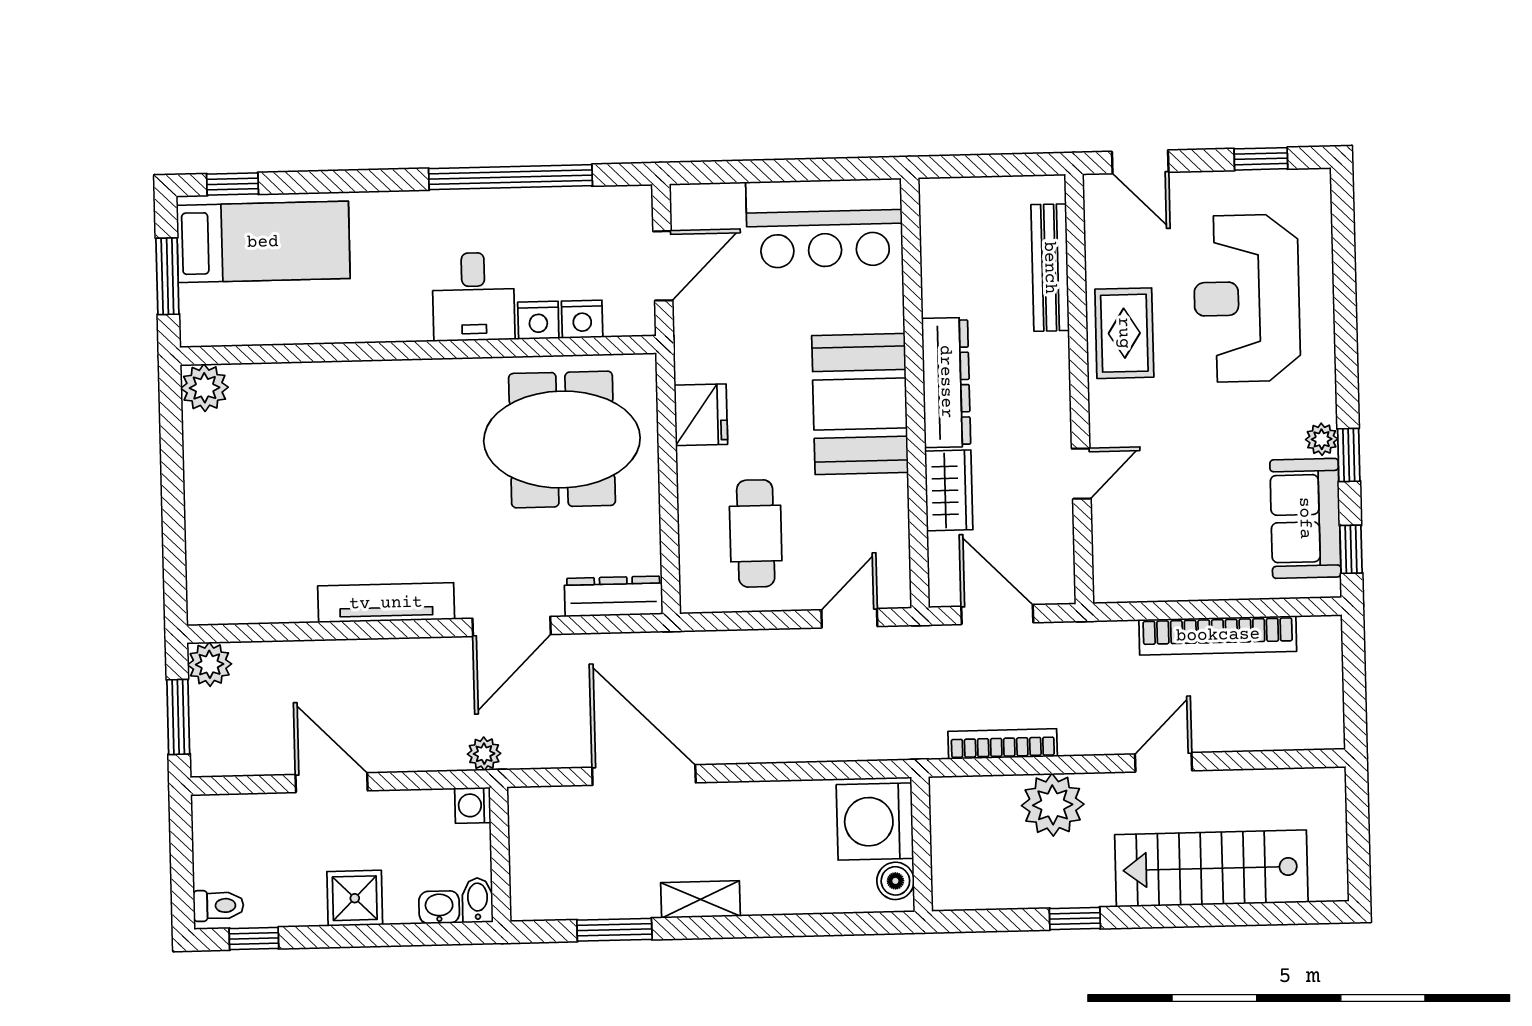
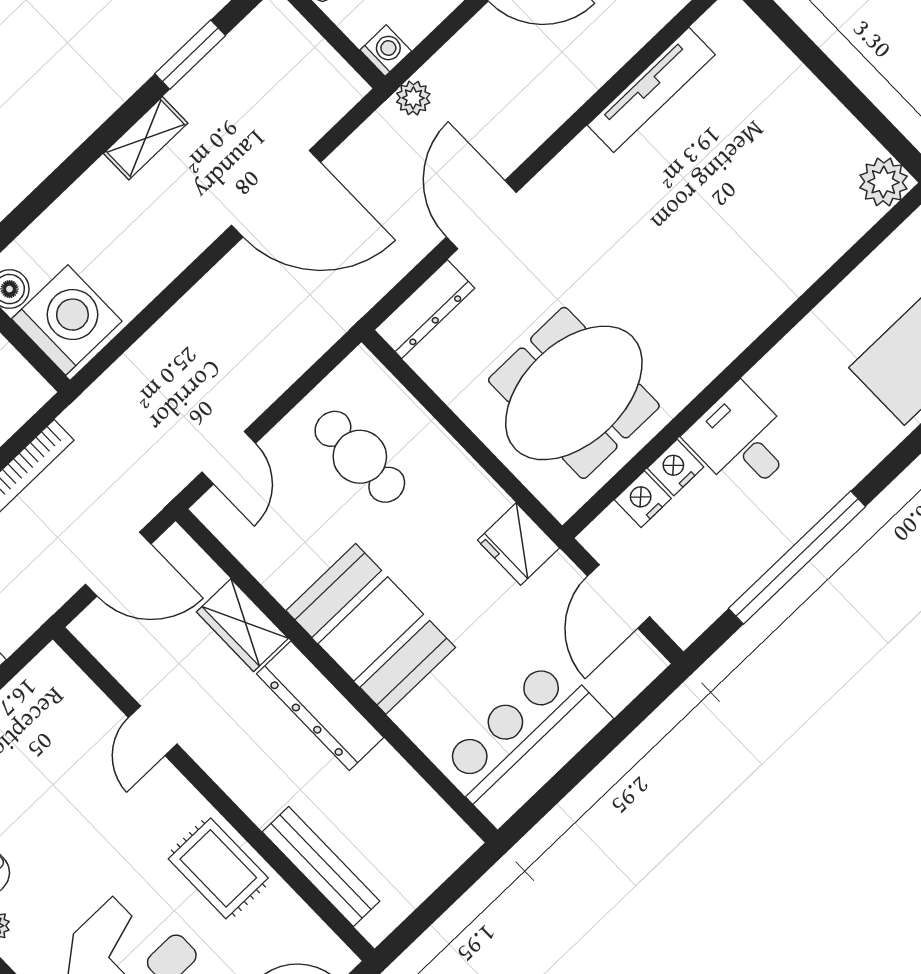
fridge: (701, 415) -> (518, 544), moved
tv unit: (386, 603) -> (651, 90), moved

